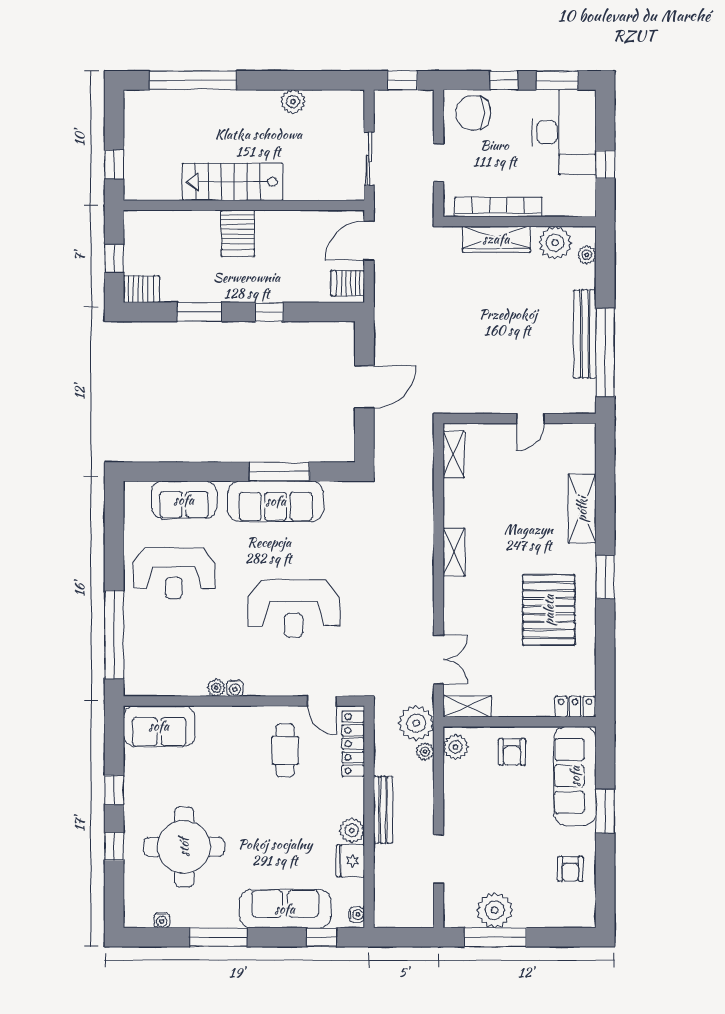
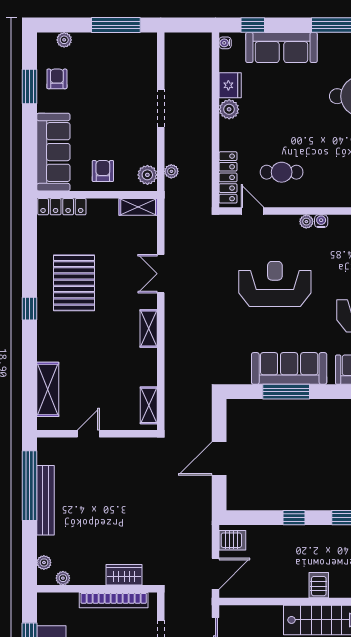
server rack: (238, 233) -> (319, 585), width x0.73, depth x0.70
wardrobe: (496, 239) -> (124, 575), width x0.67
plant: (555, 243) -> (63, 578), width x0.53, depth x0.53
shelving: (582, 509) -> (48, 389), moved
window: (605, 577) -> (29, 309), width x0.67
double door: (438, 660) -> (161, 274), moved
plant: (216, 688) -> (306, 222), moved
locker: (575, 707) -> (62, 207), width x1.53
plant: (416, 723) -> (178, 194), removed
cafe table: (285, 750) -> (282, 172), turned 90
bench: (383, 810) -> (204, 125), removed
window: (605, 811) -> (29, 87), moved
doorway: (438, 859) -> (161, 108), moved
plant: (495, 910) -> (64, 40), moved, width x0.53, depth x0.53

